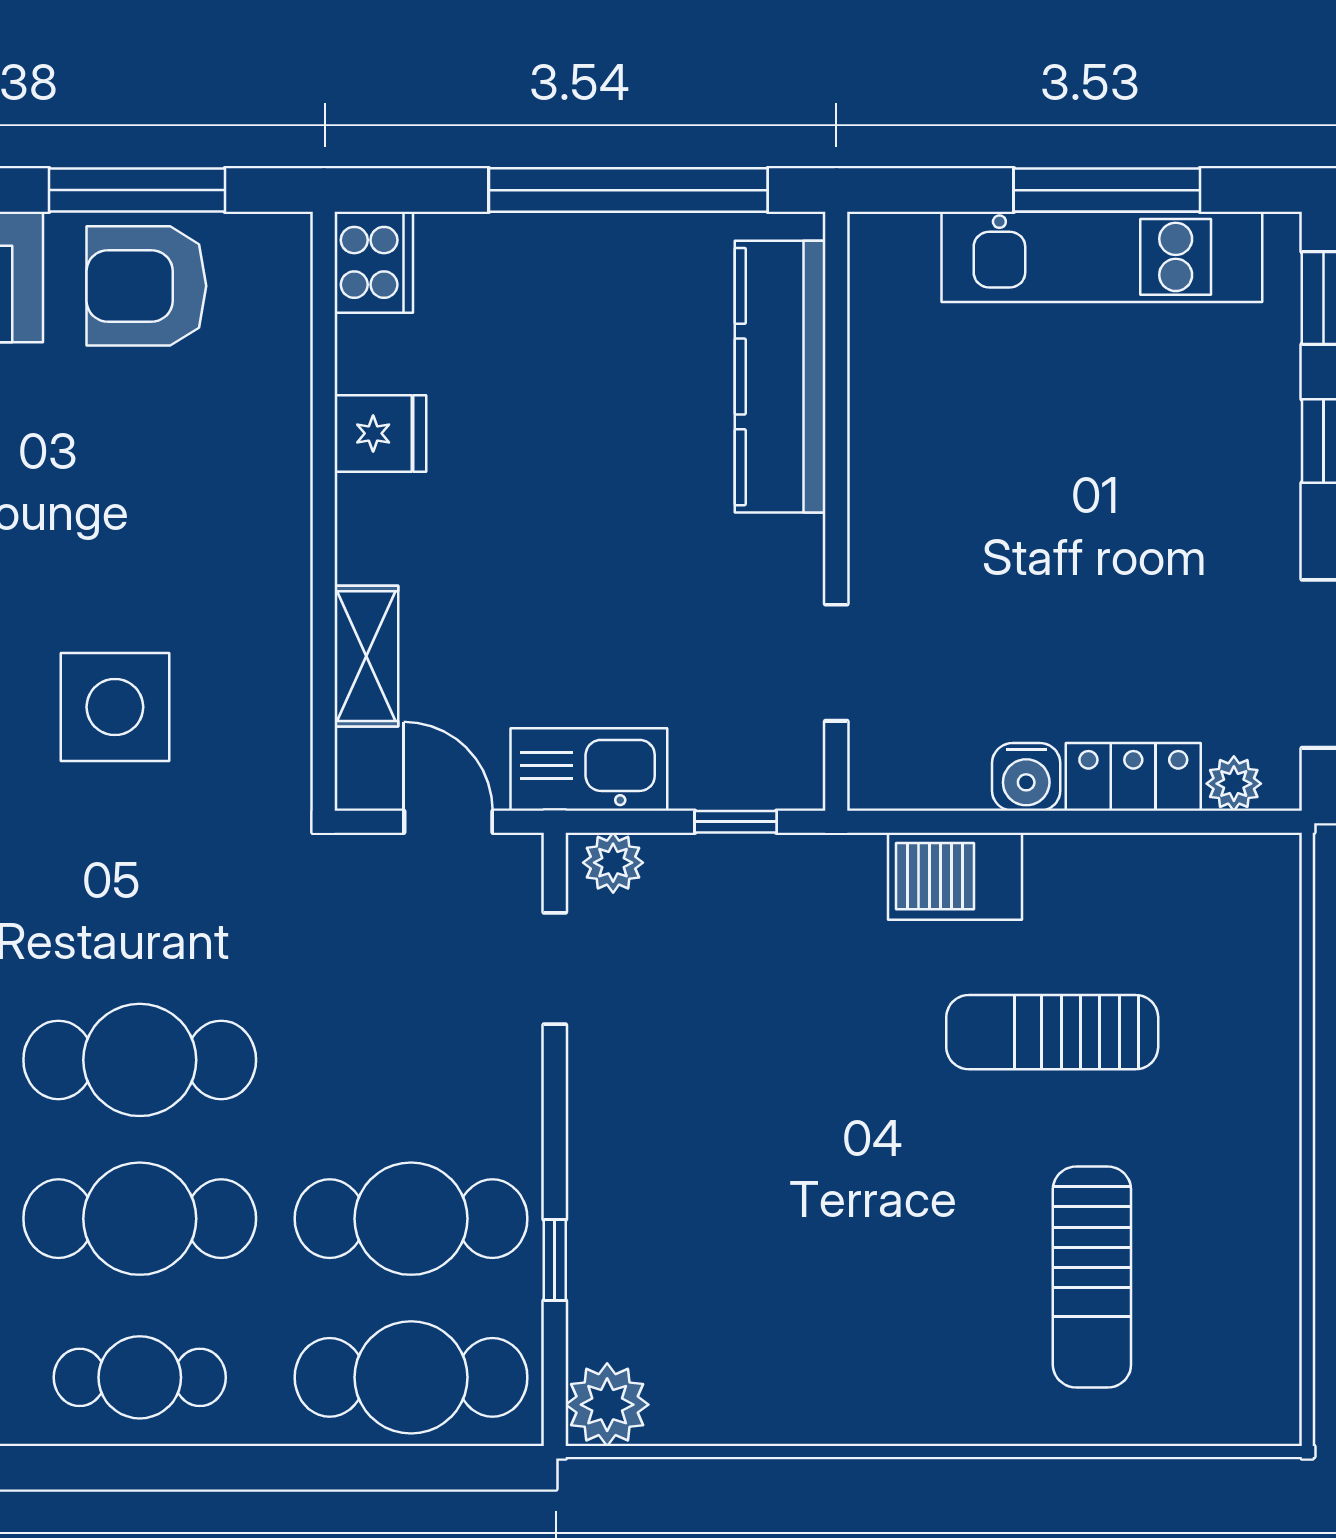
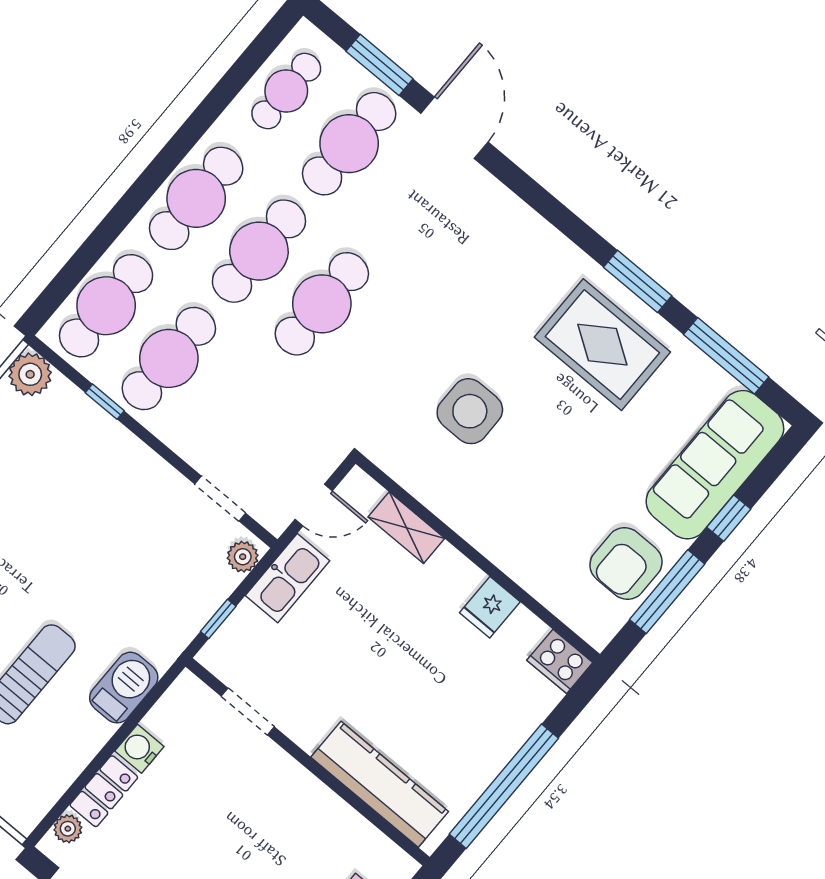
armchair: (146, 286) -> (626, 564), turned 180
cafe table: (140, 1377) -> (196, 198), width x1.37, depth x1.35

